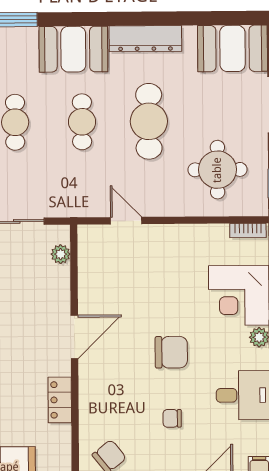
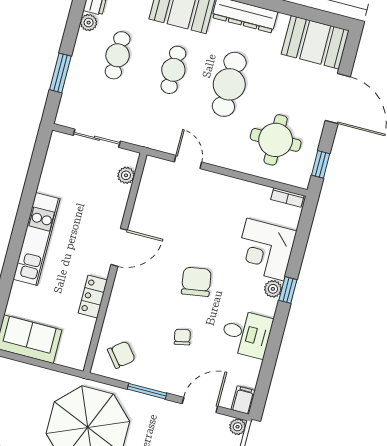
chair: (171, 352) -> (196, 282), turned -99
chair: (172, 418) -> (182, 337), turned 78

